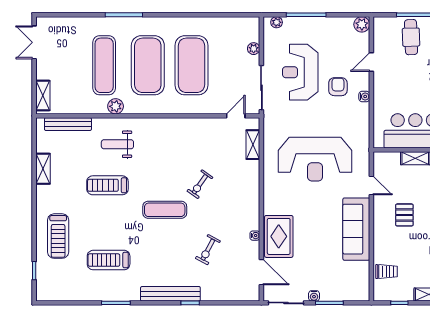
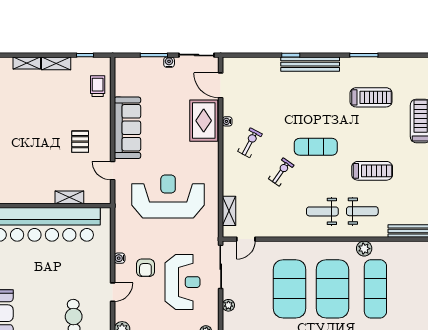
weight bench: (158, 144) -> (322, 211), added
exercise bike: (208, 250) -> (250, 143), moved
trolley: (387, 272) -> (98, 86), turned 90

